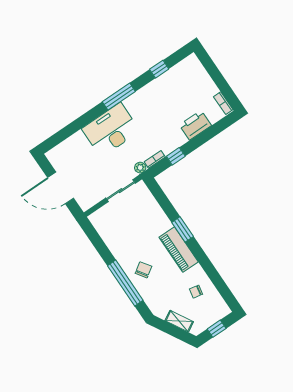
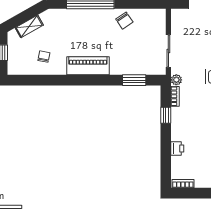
printer: (195, 125) -> (177, 148), width x0.53, depth x0.68
window: (183, 229) -> (134, 80), moved
chair: (143, 270) -> (124, 21), moved

